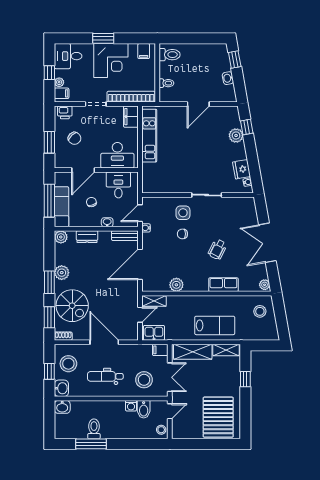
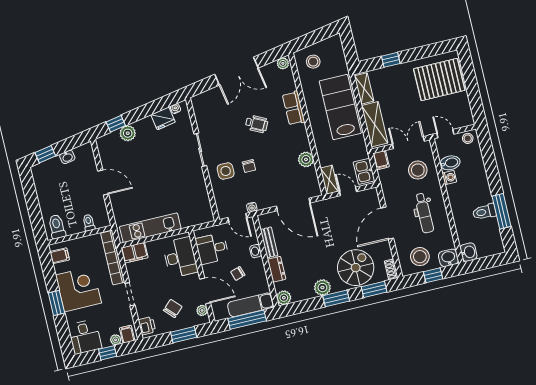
plant: (67, 163) -> (202, 310), added
bench: (125, 236) -> (269, 242), moved
lab bench: (215, 325) -> (340, 107), width x1.36, depth x1.39

